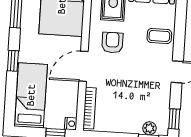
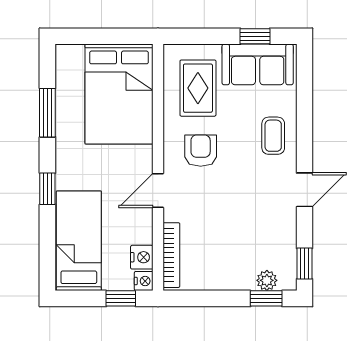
coffee table: (159, 36) -> (273, 136), turned 90
door: (84, 66) -> (158, 191), width x0.73
nightstand: (70, 108) -> (142, 257), added

